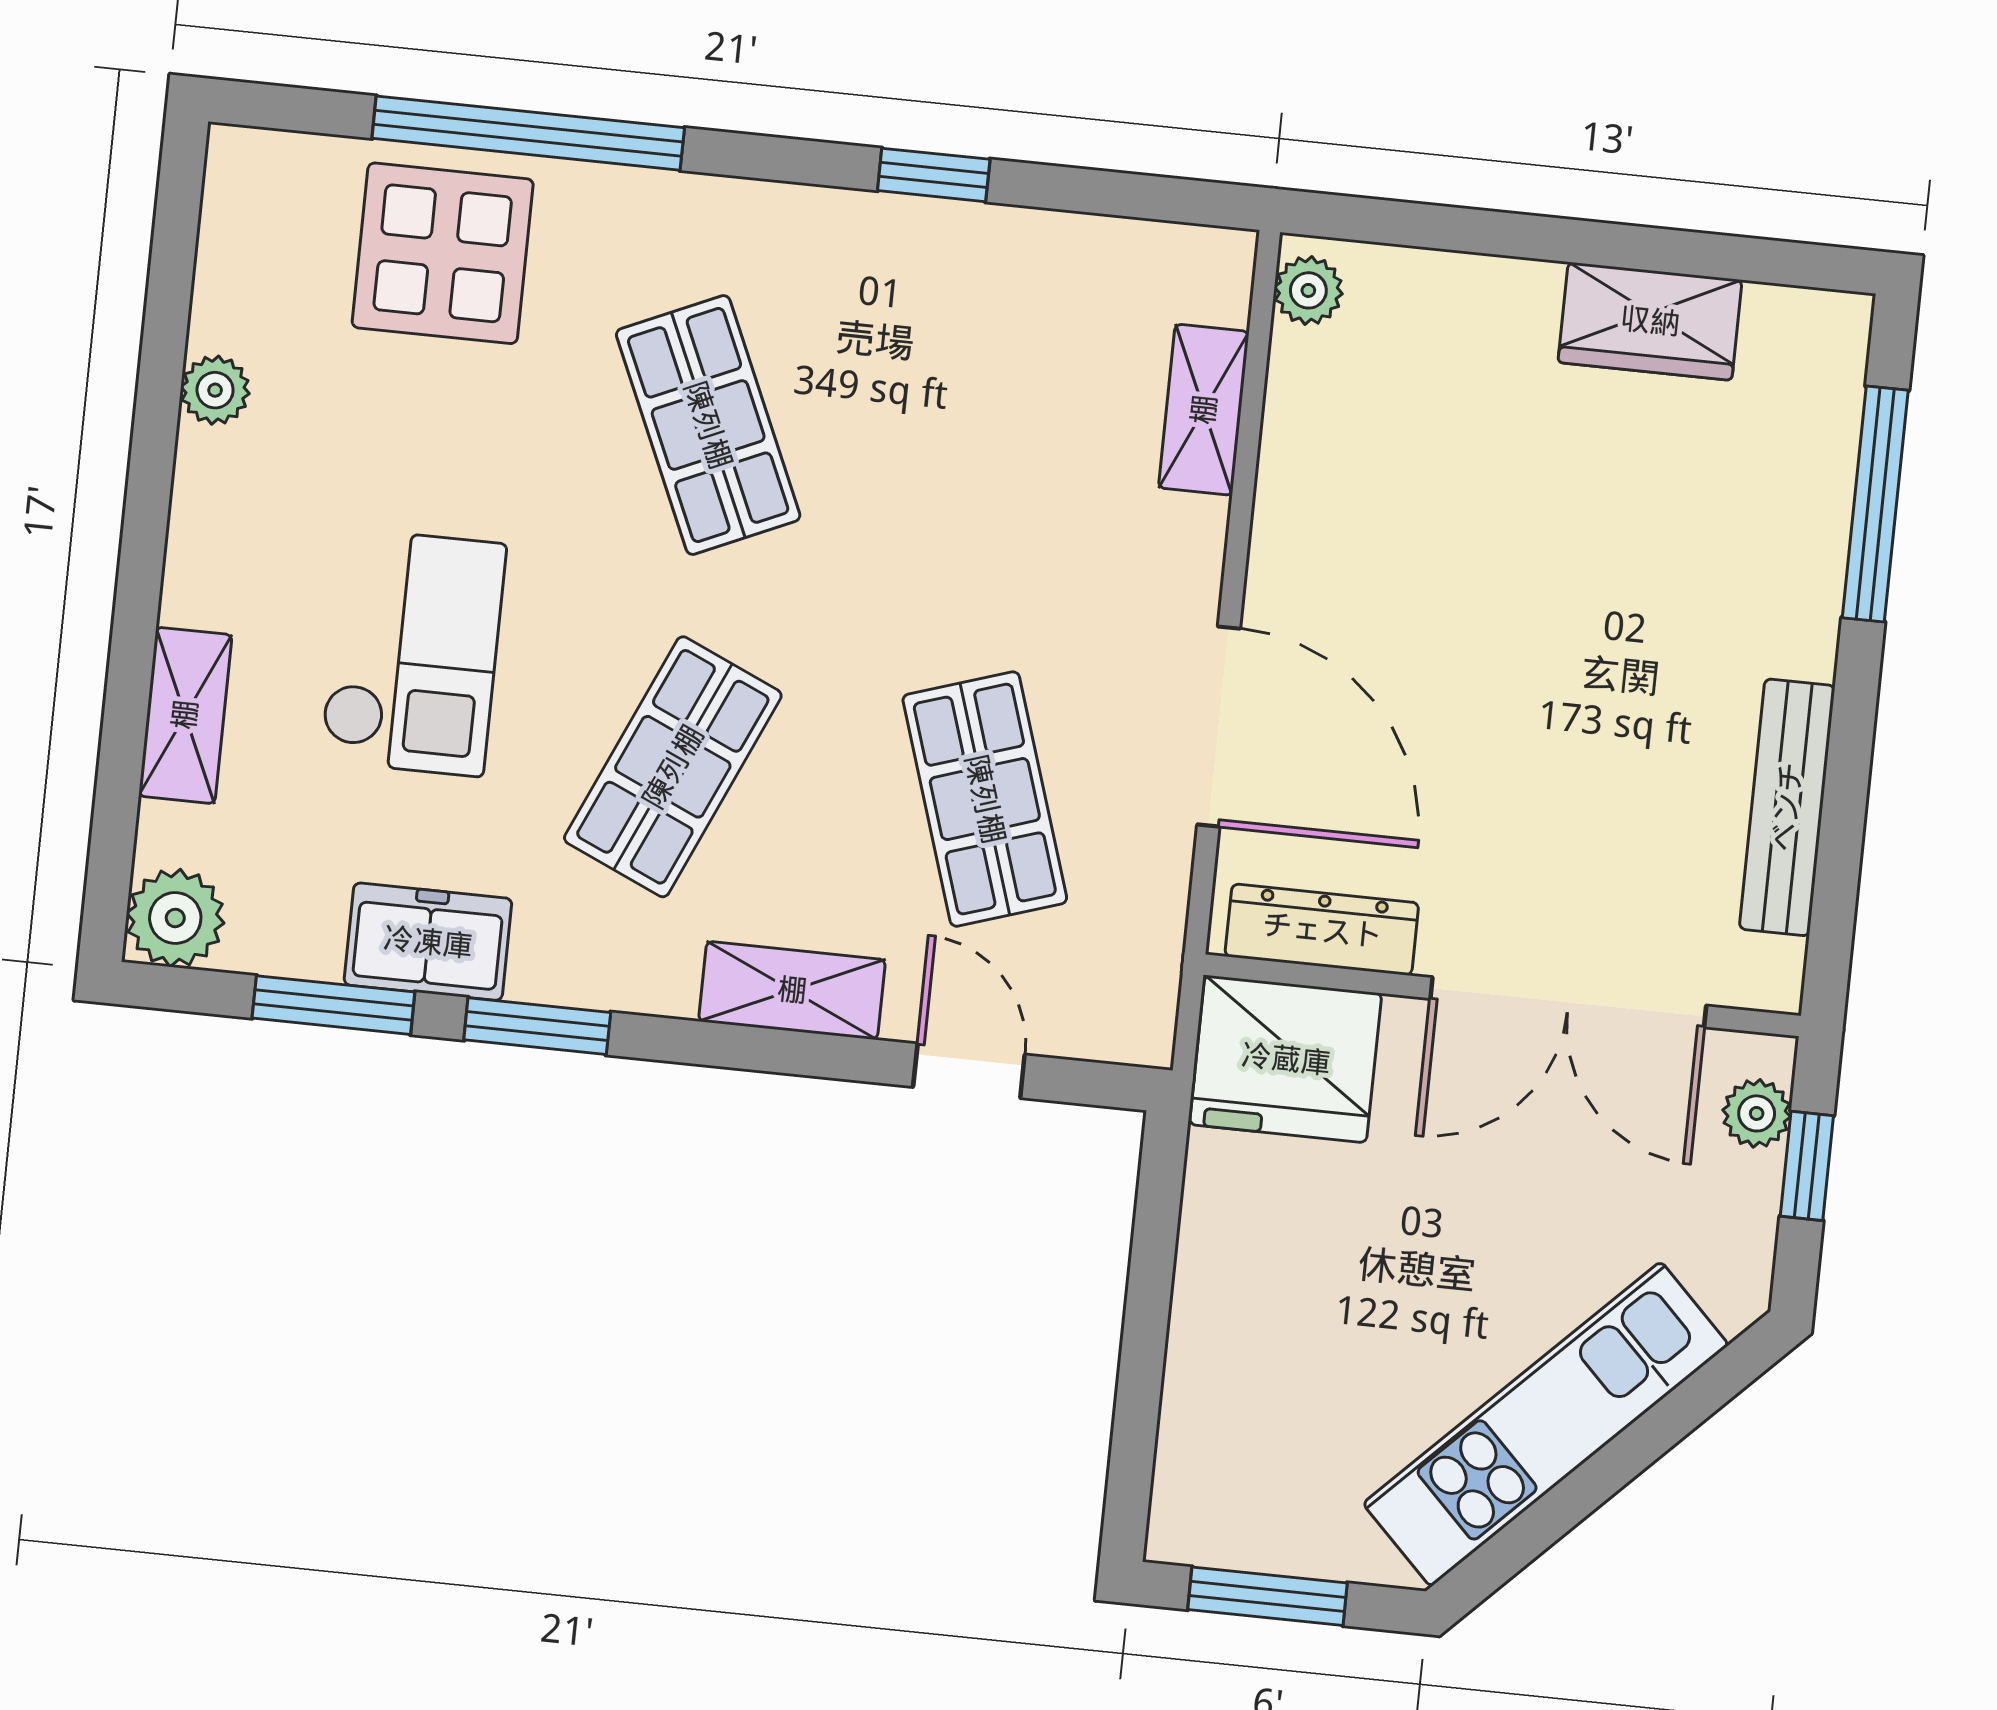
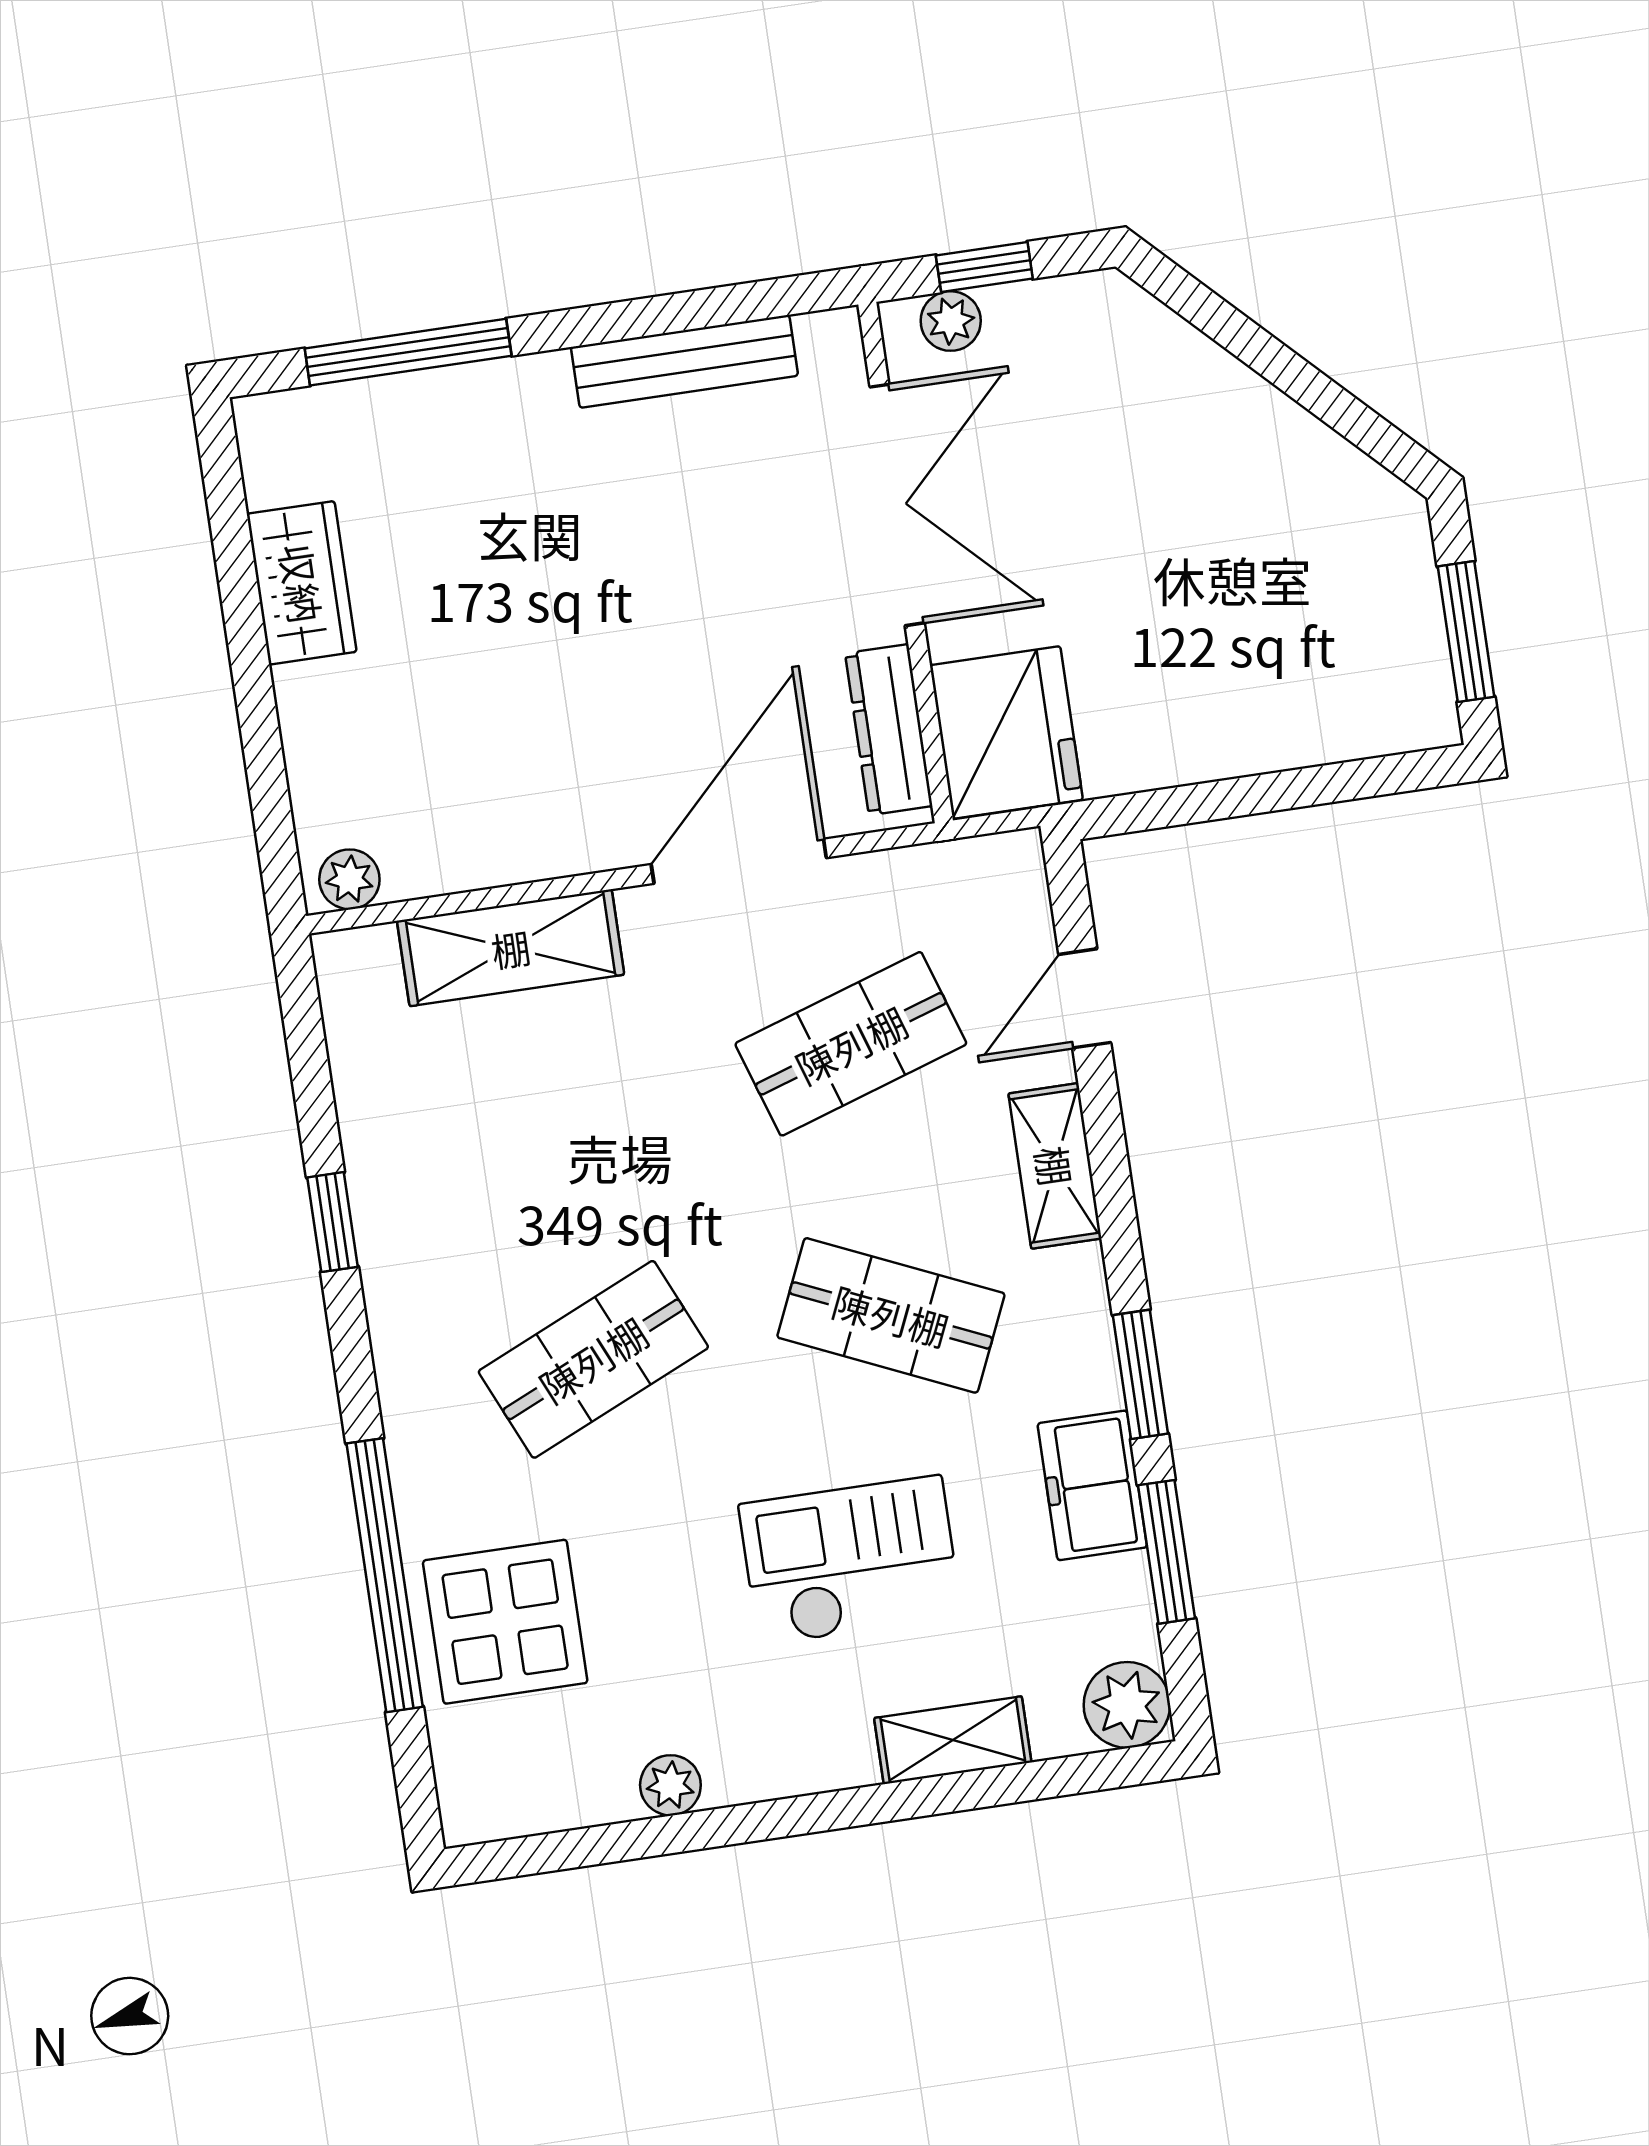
shelving: (1204, 410) -> (511, 948), width x1.50, depth x1.33
kitchen unit: (1546, 1424) -> (1260, 433), removed

